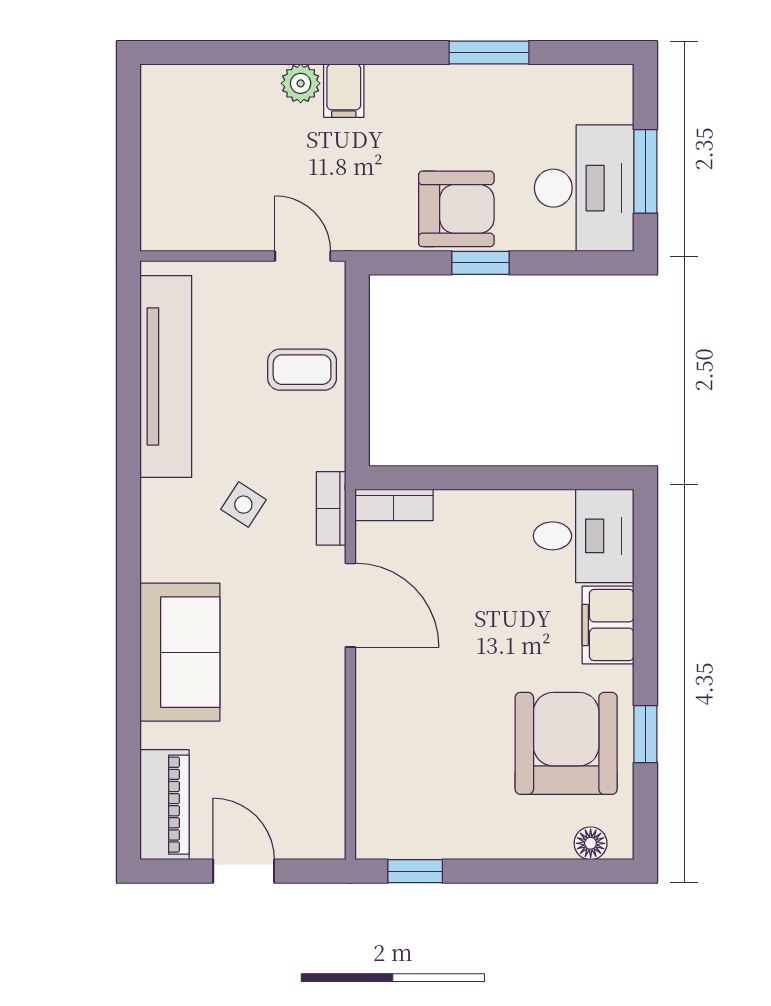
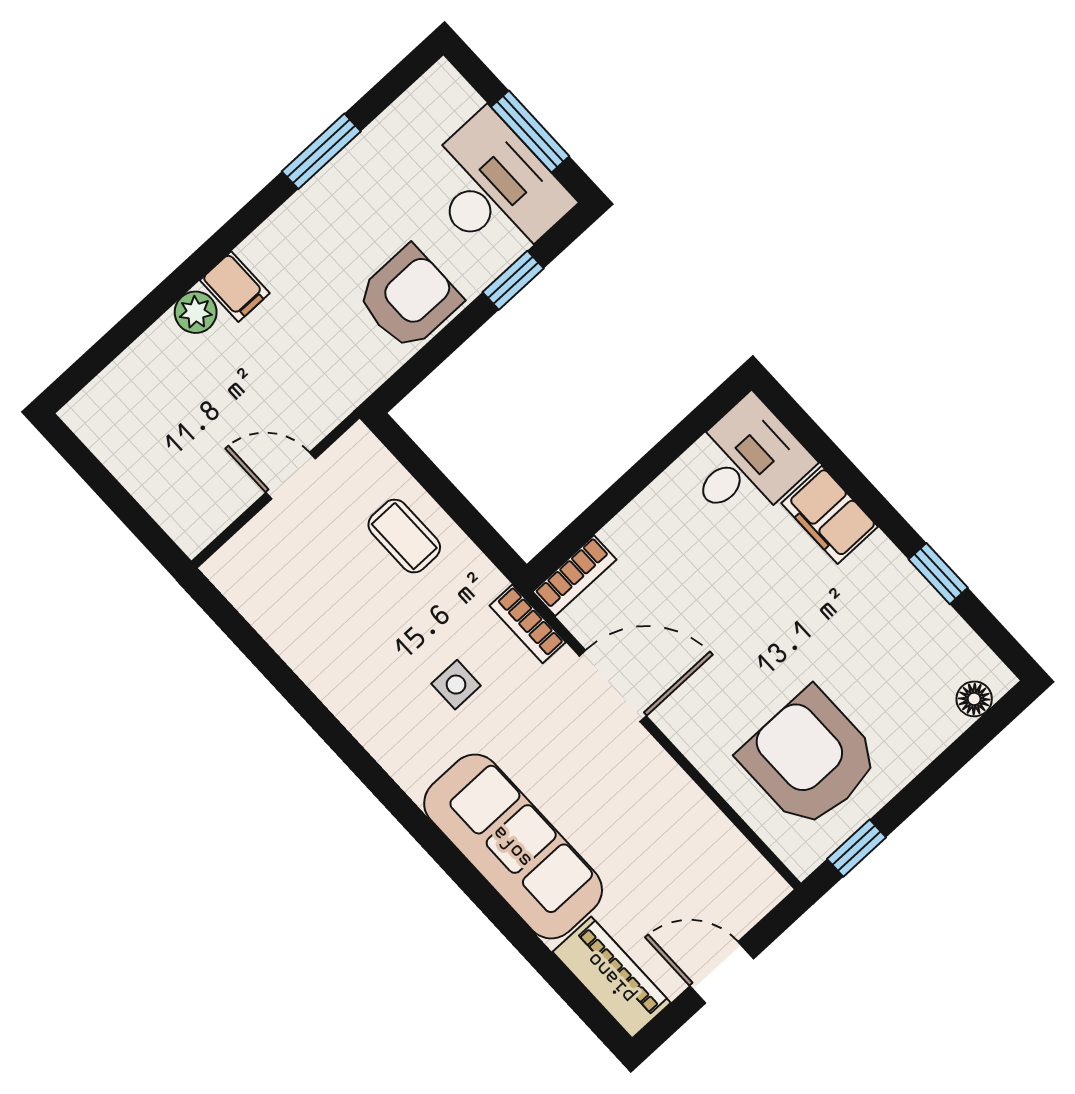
door: (303, 256) -> (291, 476), moved
window: (480, 263) -> (513, 280), moved
coffee table: (302, 370) -> (404, 536), turned 90
tv unit: (166, 376) -> (302, 640), removed
side table: (243, 505) -> (456, 685), turned -33
sofa: (180, 652) -> (513, 846), width x1.36
armchair: (566, 743) -> (810, 759), moved

